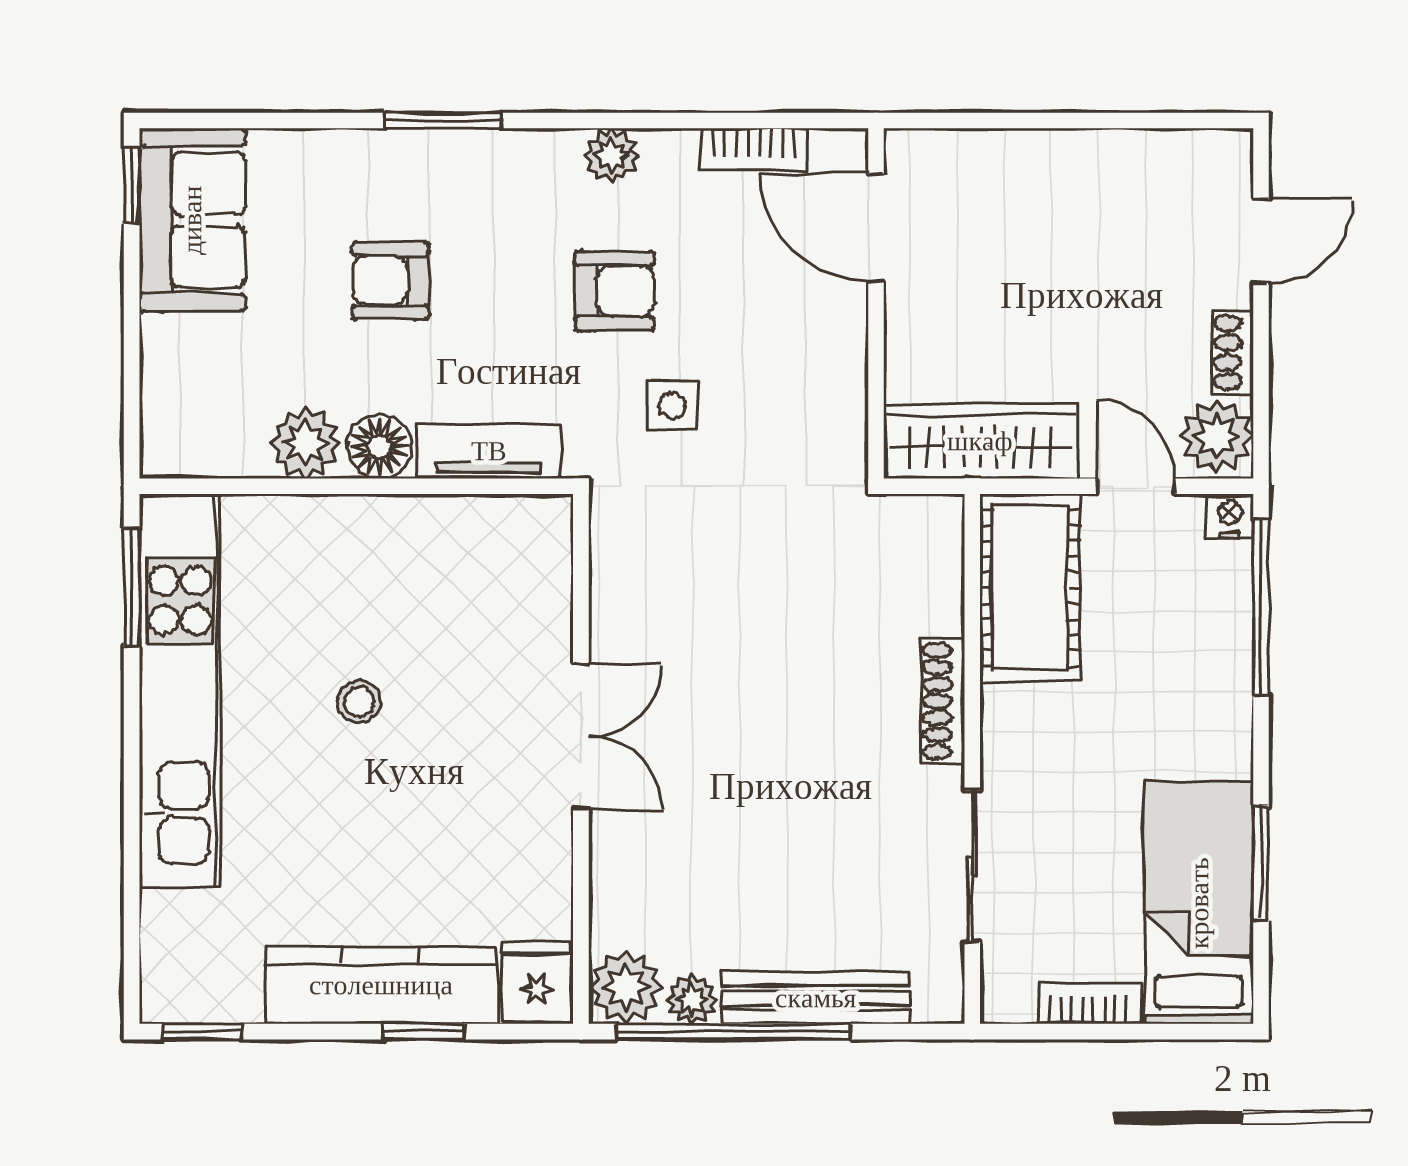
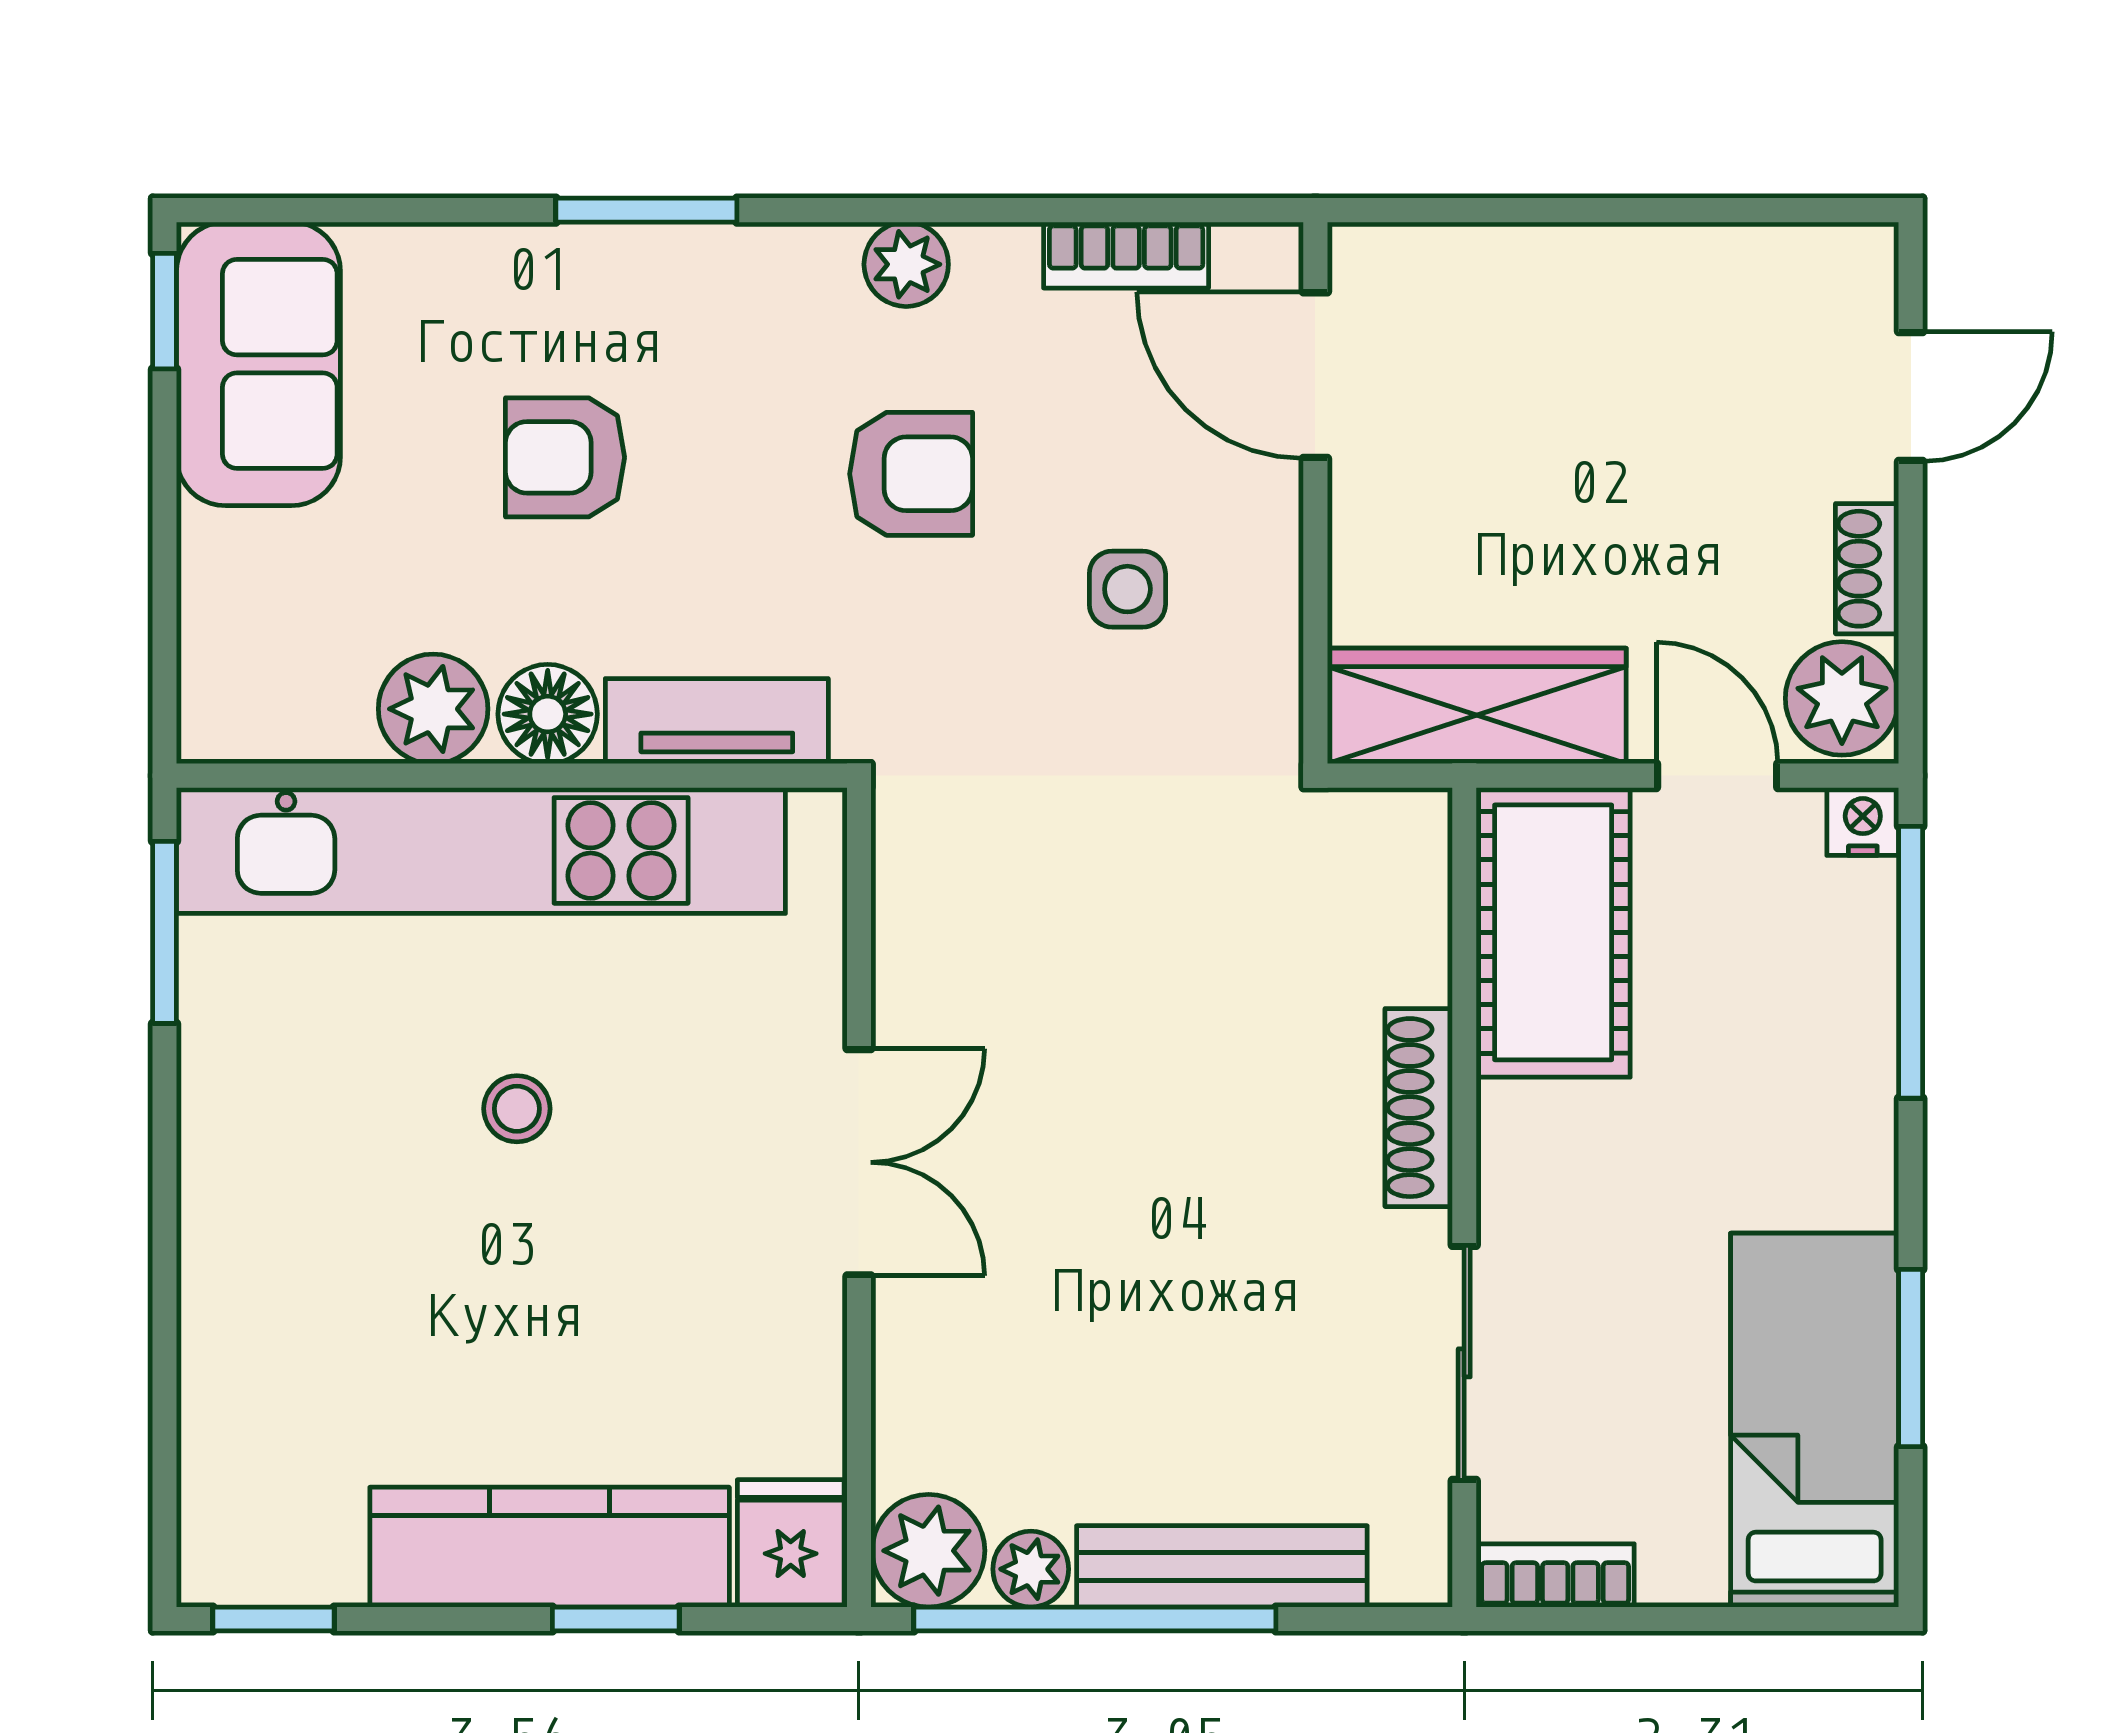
side table: (672, 406) -> (1127, 589), moved
kitchen unit: (180, 691) -> (481, 850), moved, turned 90
bookcase: (1088, 1004) -> (1555, 1575), moved

